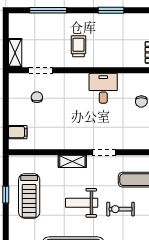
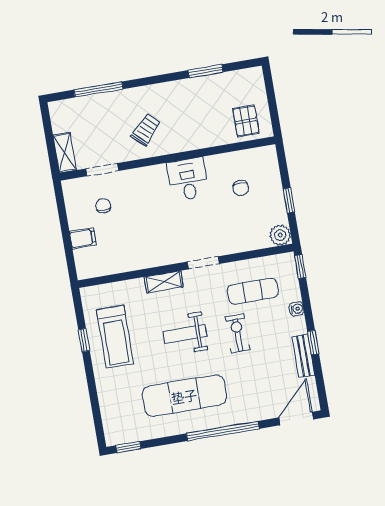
window: (111, 10) -> (206, 71), moved
trolley: (78, 46) -> (146, 130), turned 43
filing cabinet: (18, 132) -> (83, 238), moved
exercise bike: (121, 209) -> (238, 333), turned 90

